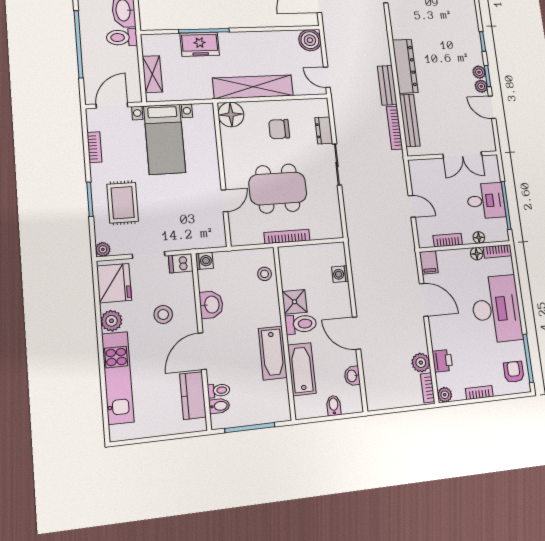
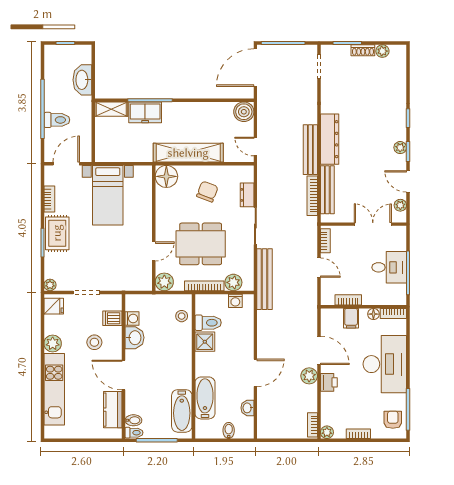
toilet: (122, 37) -> (57, 120), moved, turned 180
shelving: (152, 74) -> (111, 109), moved, turned 90
bench: (387, 85) -> (310, 150), width x1.36
plant: (481, 86) -> (400, 205), moved
chair: (279, 129) -> (207, 192), turned 111
double door: (462, 155) -> (373, 224), swing flipped
bookcase: (415, 176) -> (325, 241), added
rug: (123, 203) -> (57, 233), moved
bench: (354, 224) -> (265, 279), added
plant: (320, 230) -> (233, 282), added
plant: (240, 235) -> (164, 282), added
floor lamp: (479, 237) -> (378, 300), removed
washing machine: (204, 261) -> (132, 319), moved
filing cabinet: (429, 262) -> (351, 318), moved
dishwasher: (181, 263) -> (112, 318), moved
washing machine: (340, 274) -> (235, 301), moved, turned -90
fridge: (114, 283) -> (54, 306), width x0.53, depth x0.75
toilet: (301, 324) -> (208, 323), moved
door: (356, 333) -> (255, 373), swing flipped
door: (202, 351) -> (124, 375), hinge flipped
bathtub: (273, 353) -> (182, 411), moved
printer: (442, 361) -> (329, 382), moved
plant: (421, 363) -> (309, 376), moved
toilet: (219, 390) -> (134, 433), moved

